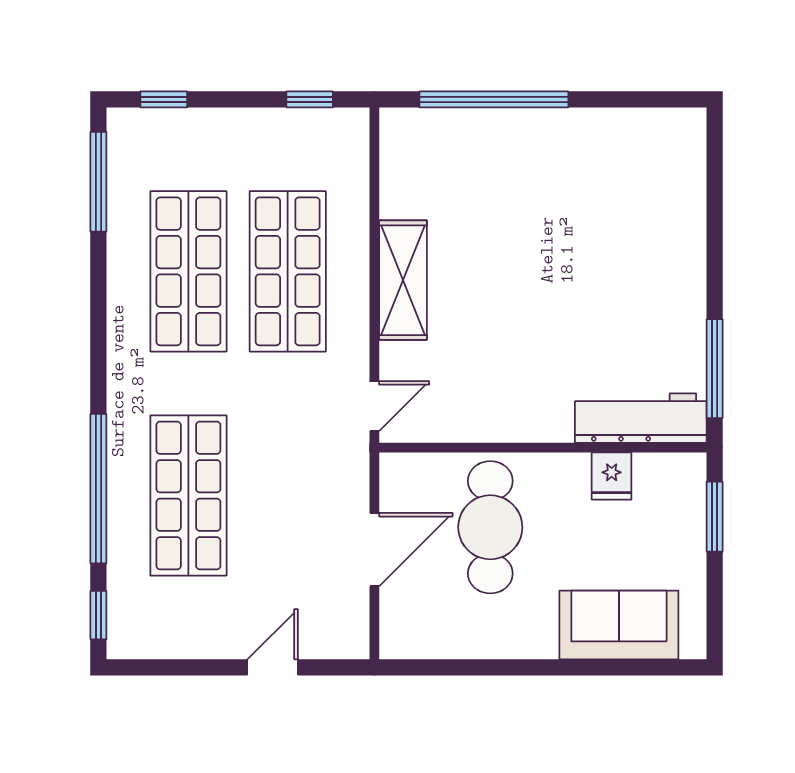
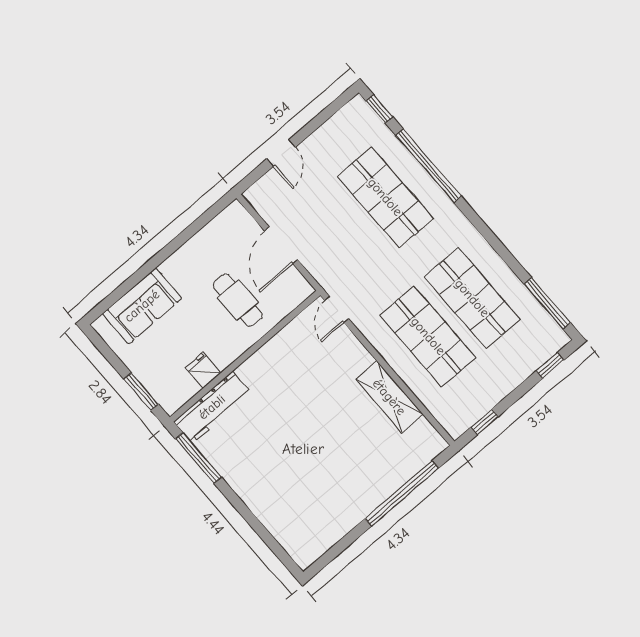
shelving: (403, 280) -> (389, 397), moved
cafe table: (490, 527) -> (238, 300), width x0.73, depth x0.74

